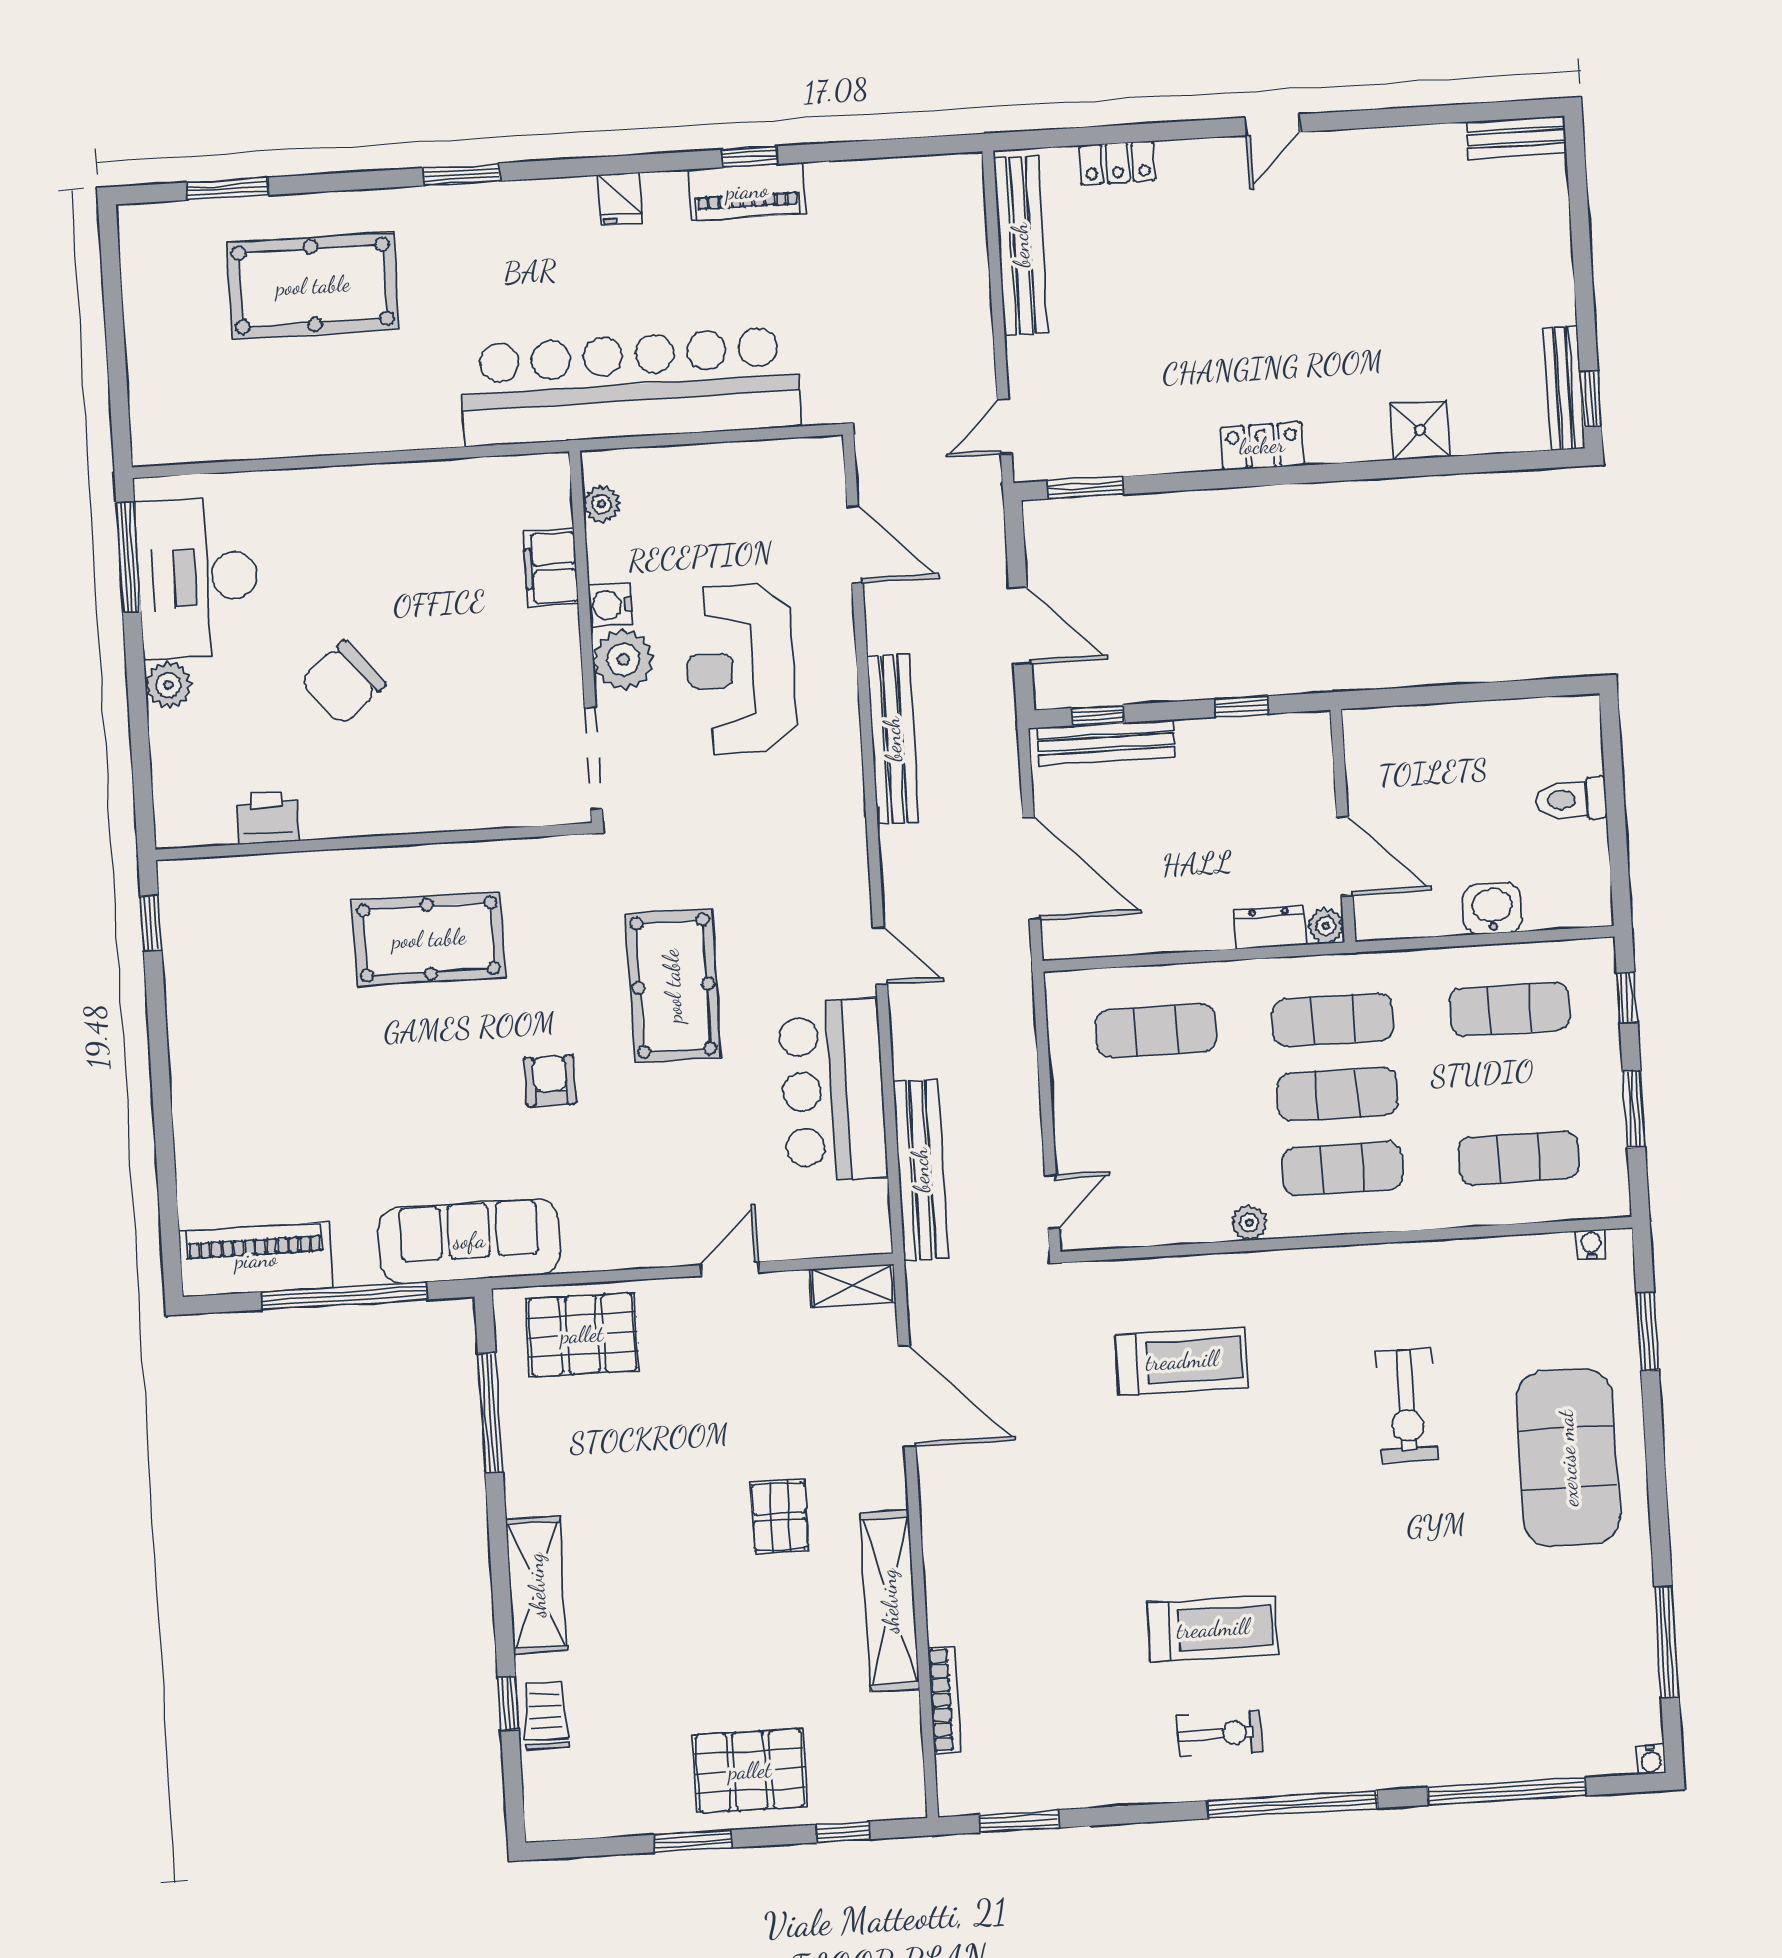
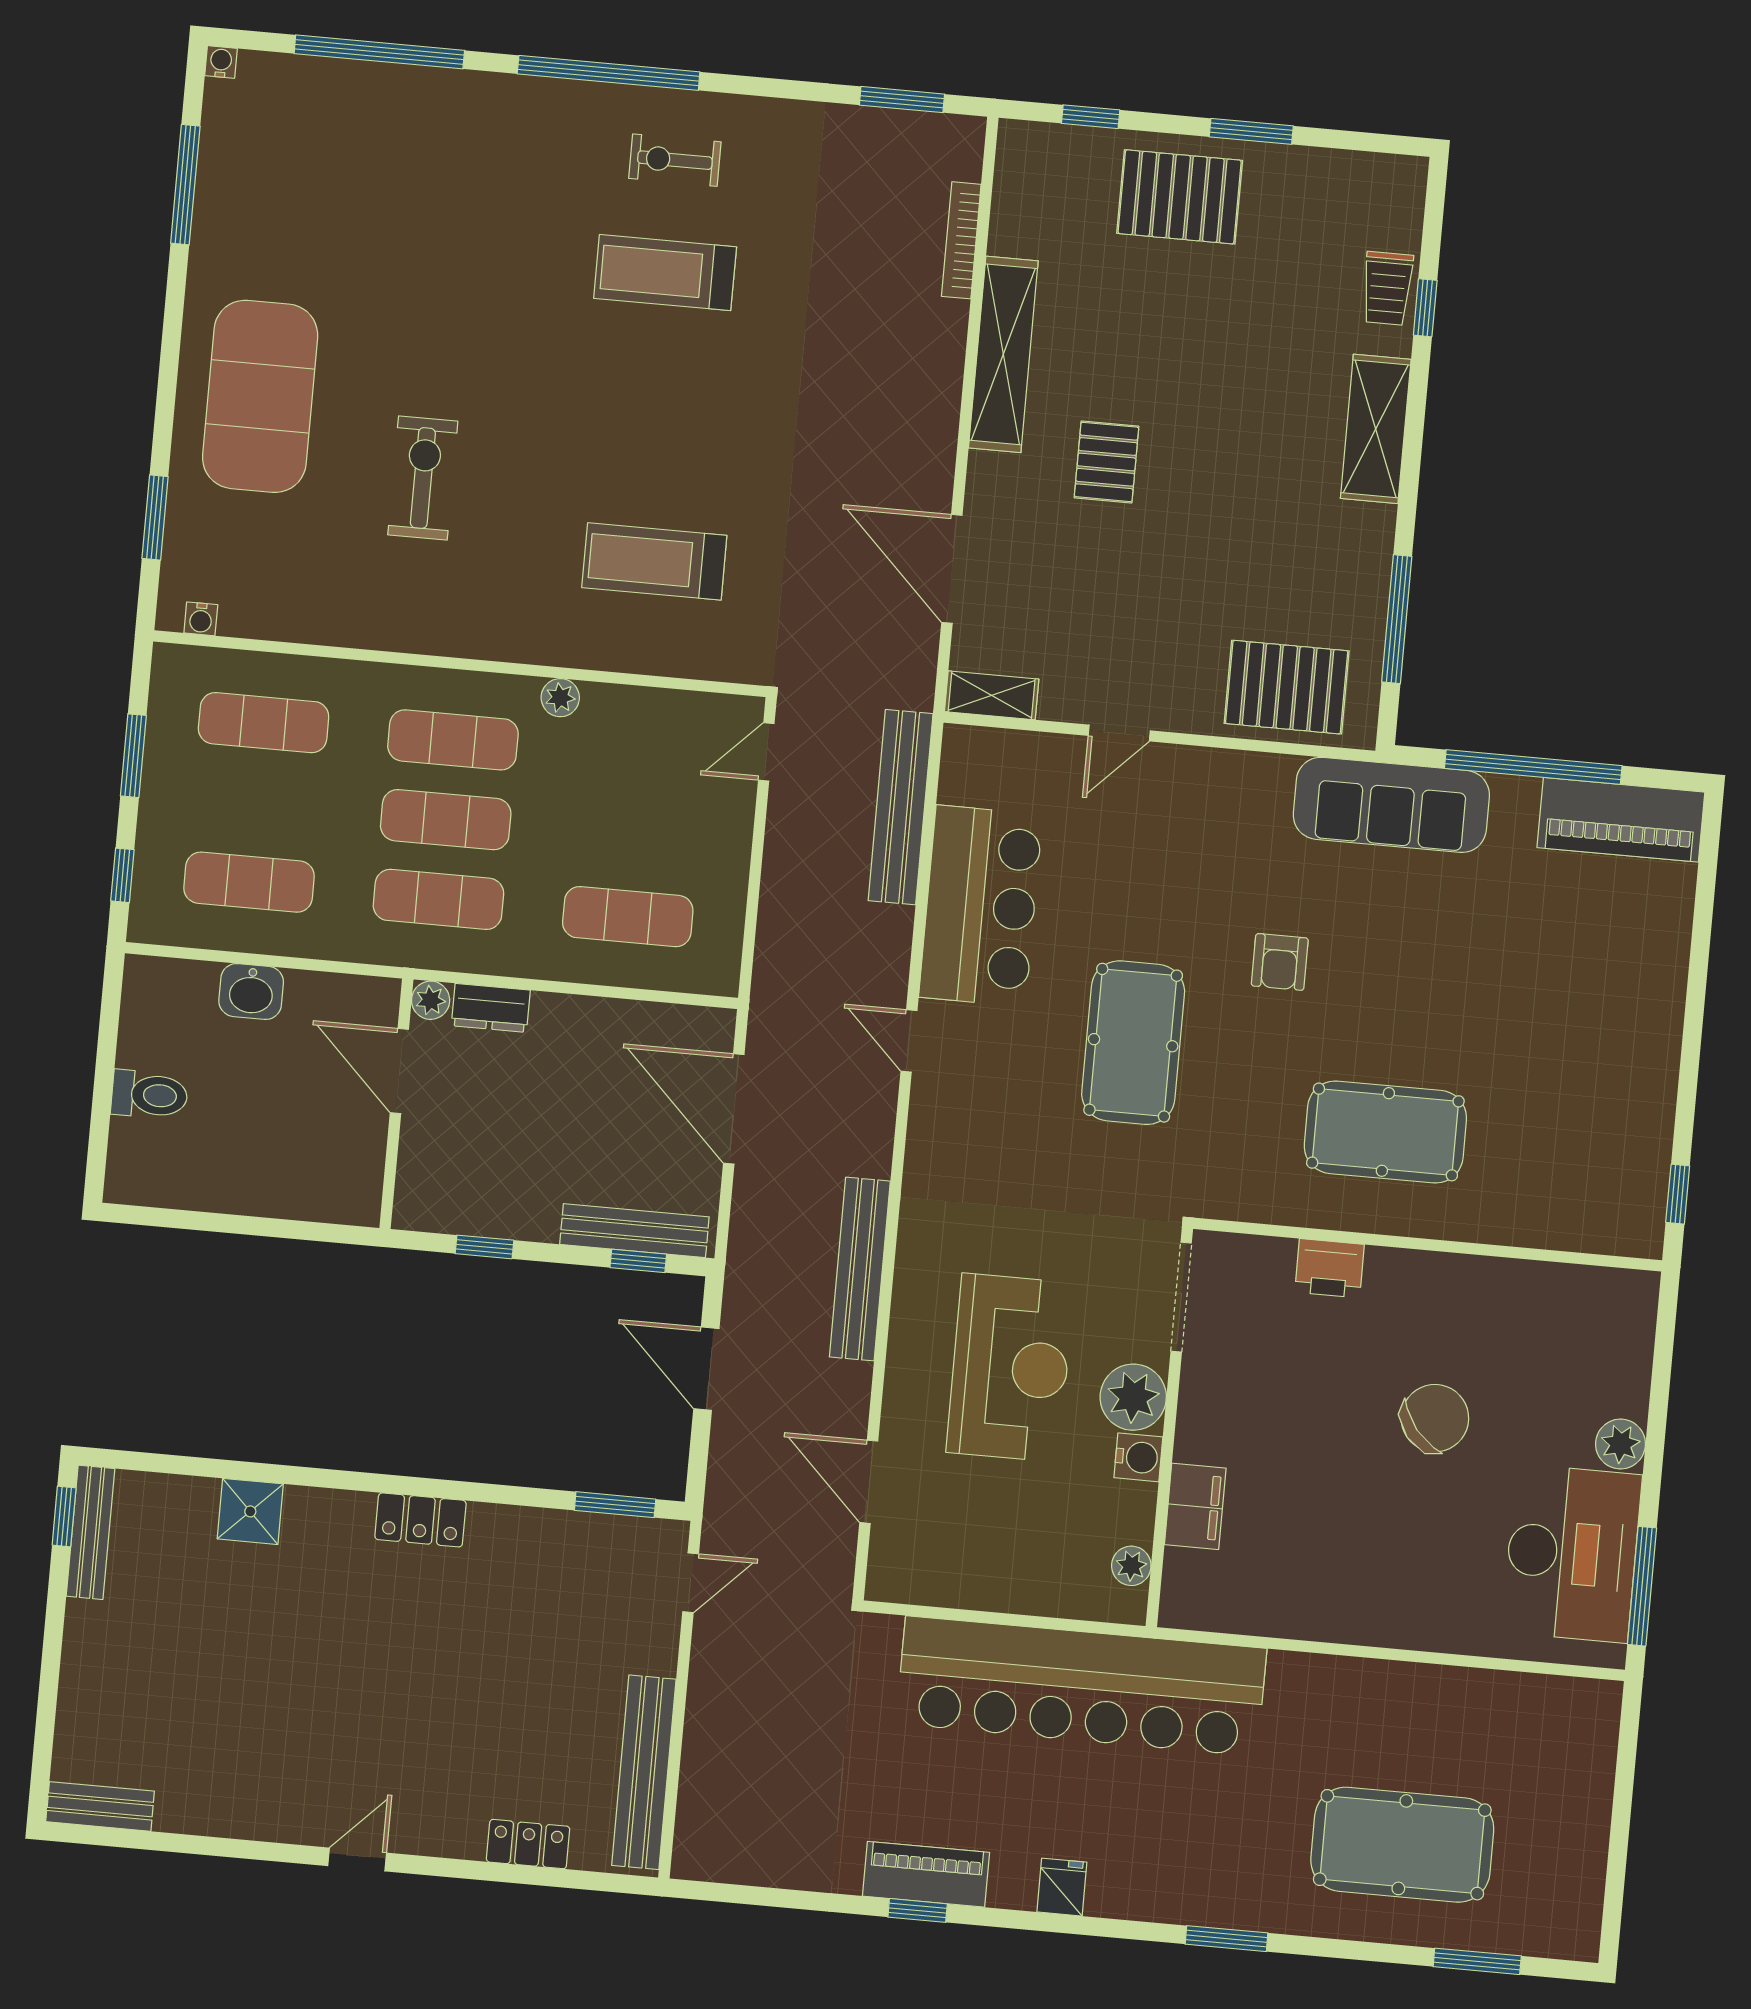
printer: (267, 818) -> (1330, 1268), moved

